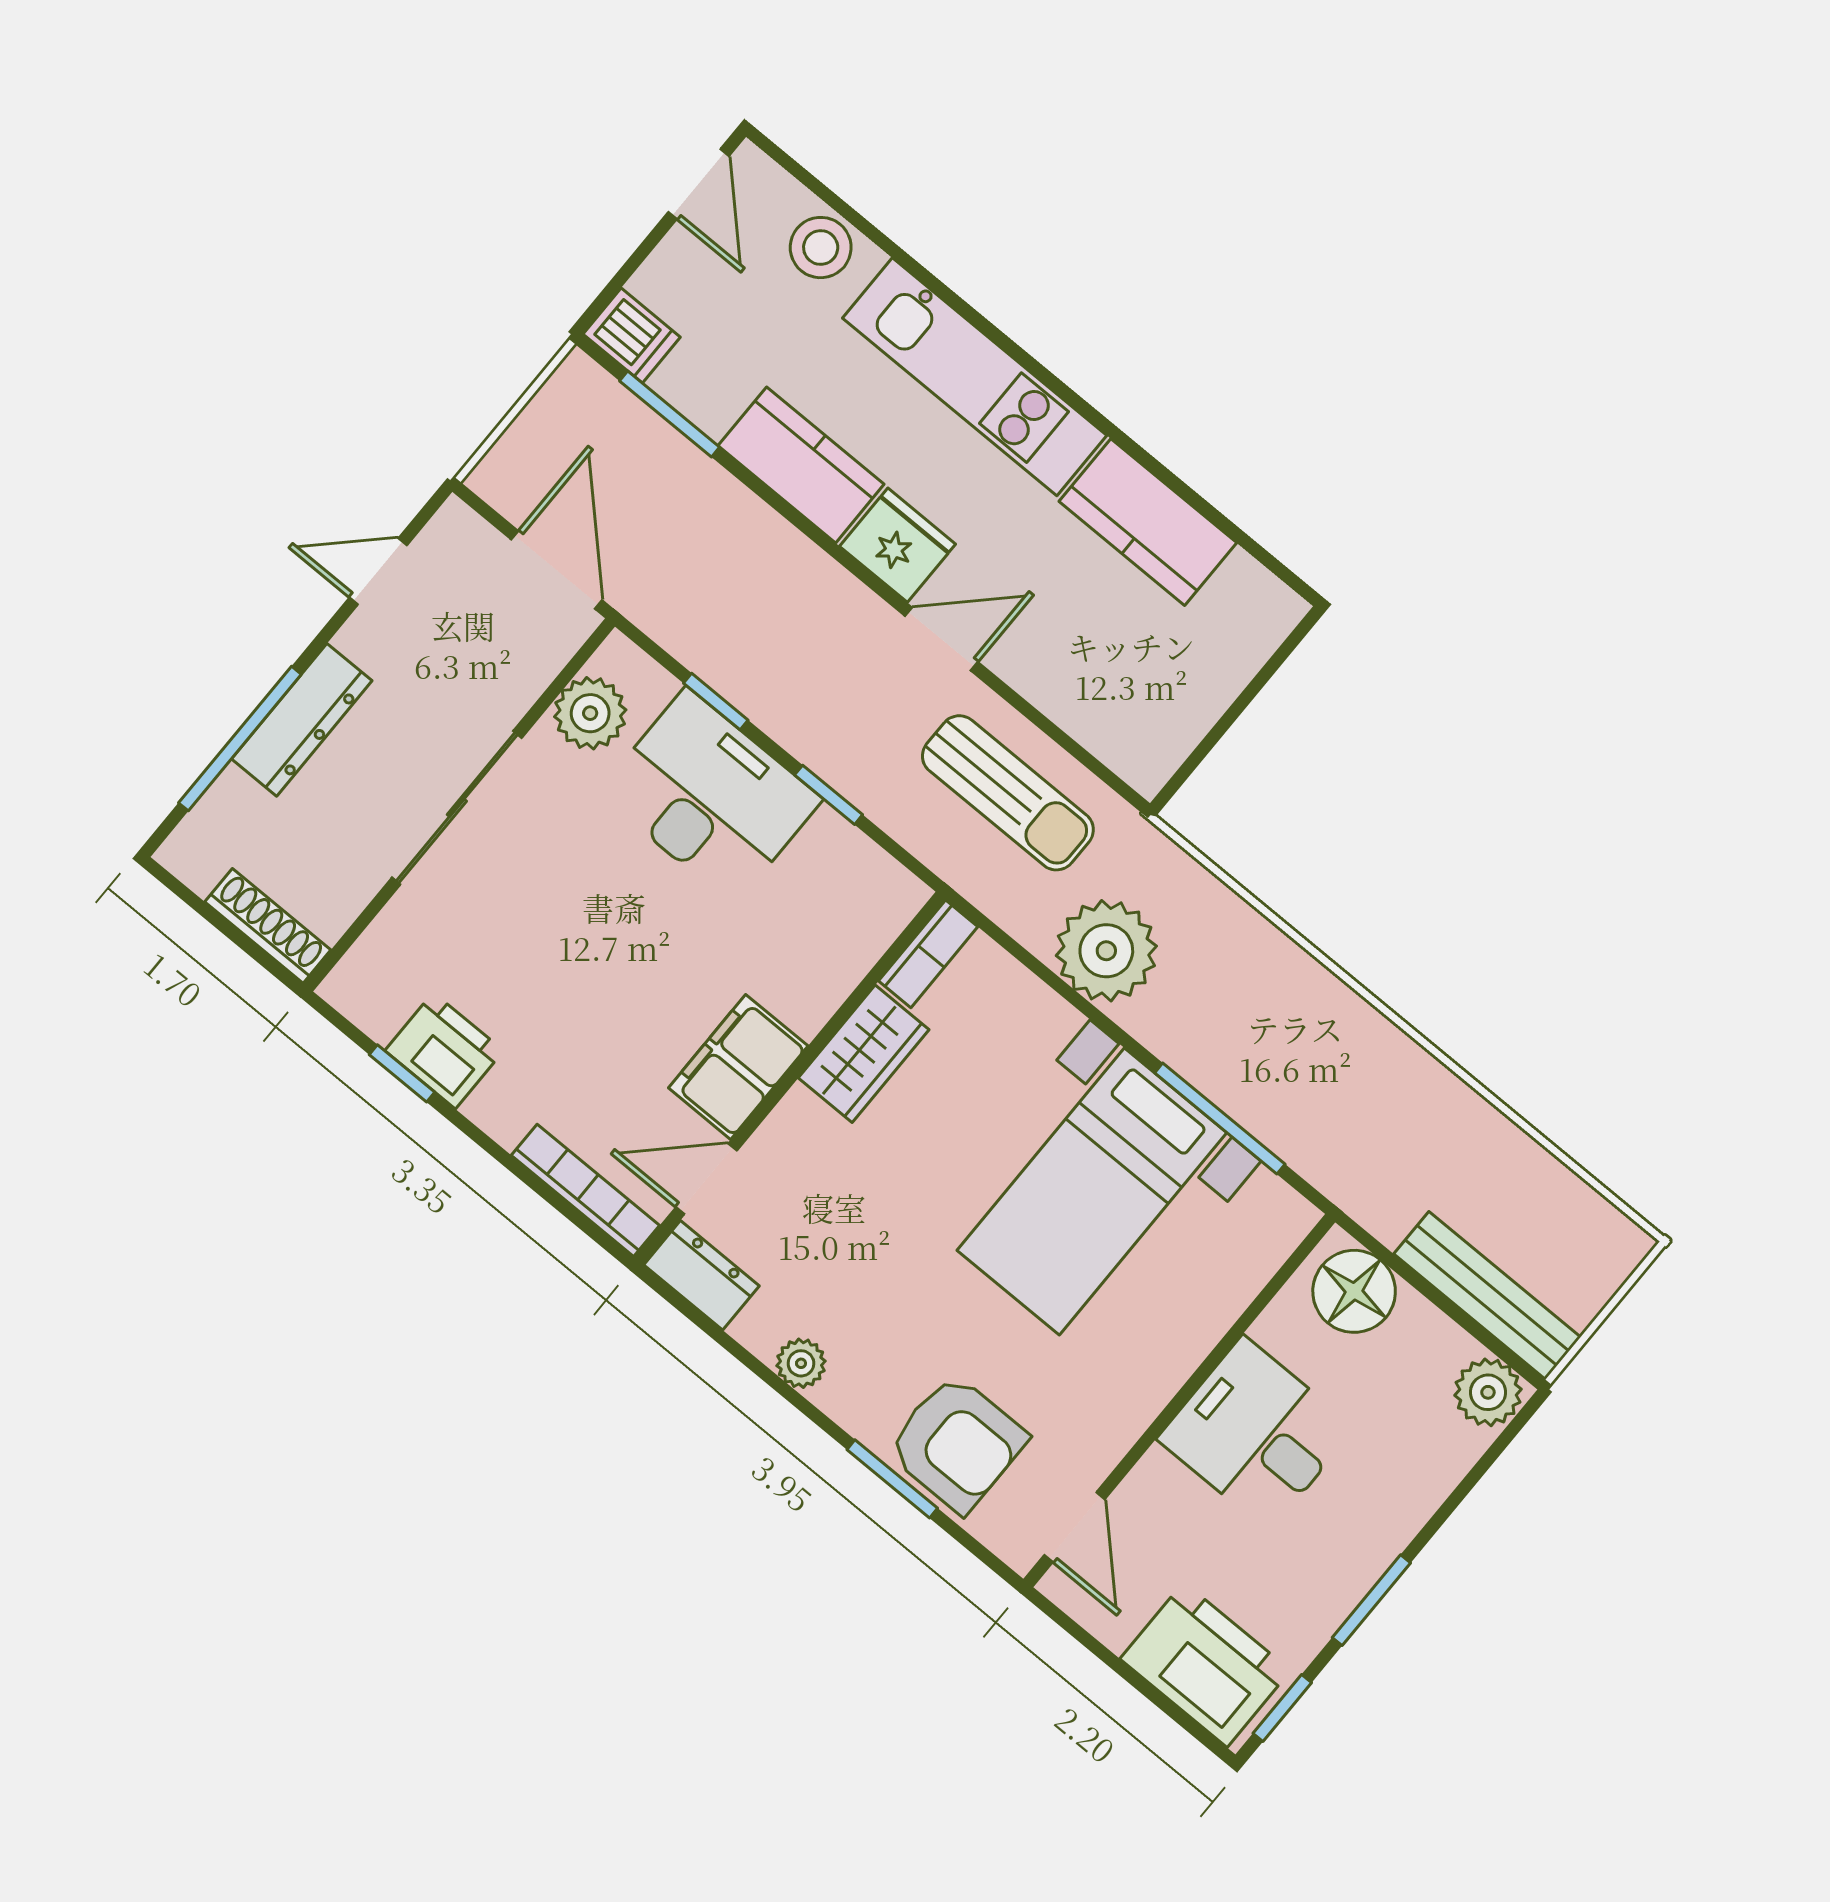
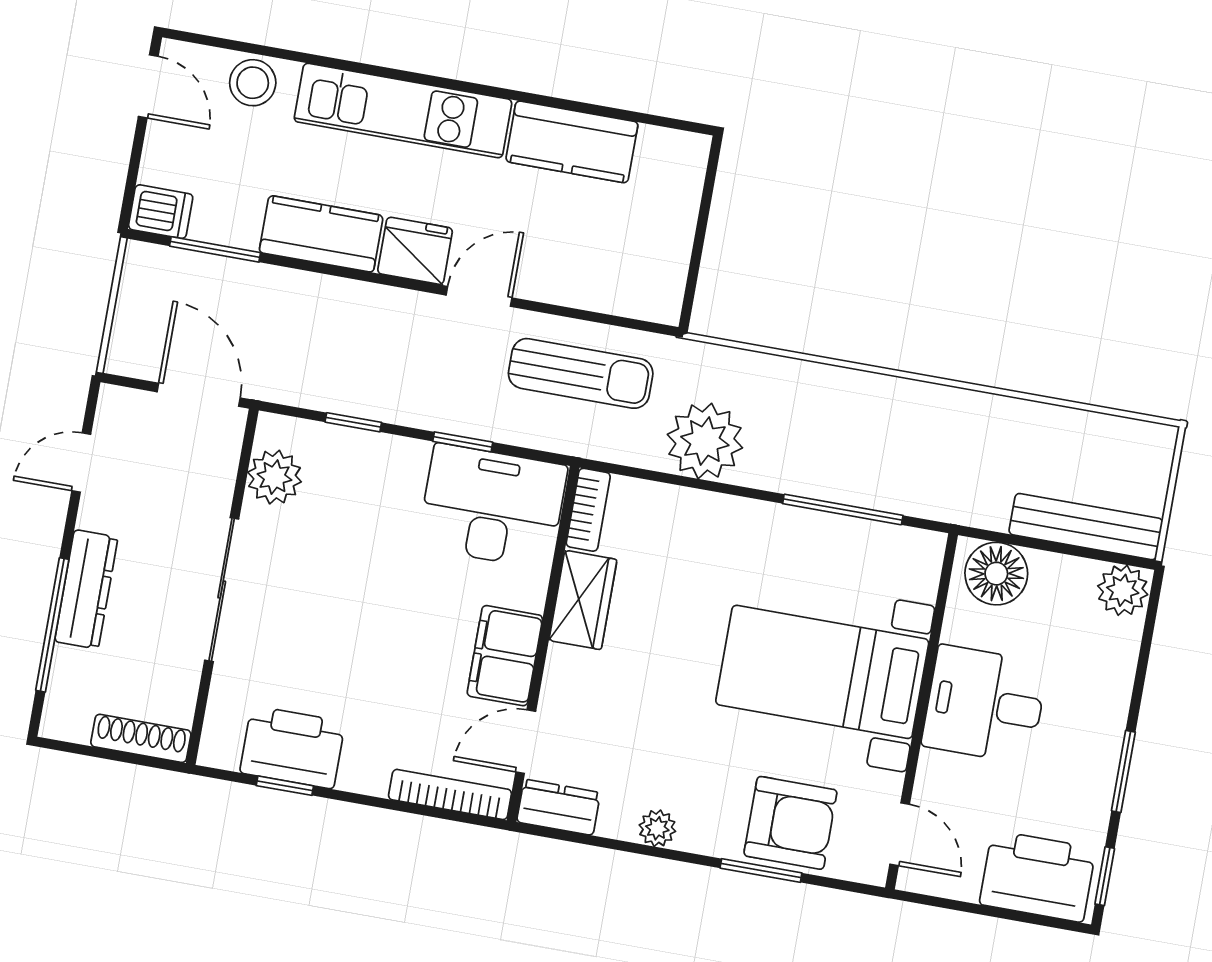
desk: (710, 796) -> (492, 506), moved
printer: (444, 1051) -> (292, 747), width x1.37, depth x1.19
bed with nightstands: (1092, 1192) -> (822, 672), moved, turned 90

